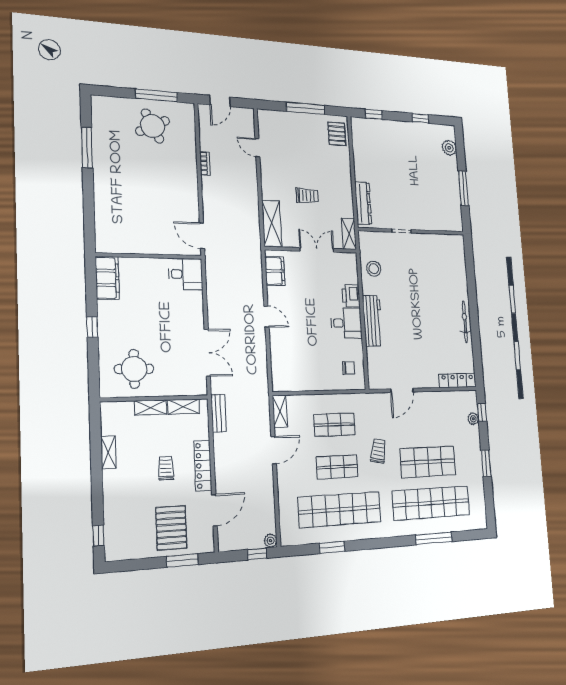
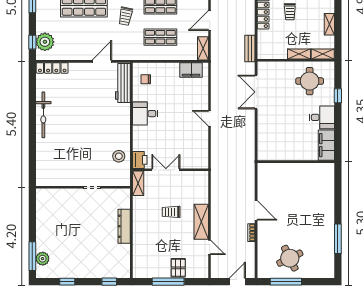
pallet: (337, 134) -> (178, 268), moved
window: (463, 188) -> (32, 256), moved
dresser: (363, 203) -> (124, 226), moved
shelving: (272, 223) -> (201, 222), moved
door: (202, 236) -> (256, 210), moved
double door: (317, 250) -> (166, 170), swing flipped
filing cabinet: (275, 271) -> (191, 70), moved, turned -90
desk: (186, 274) -> (322, 117), moved, turned 180
printer: (351, 296) -> (140, 160), moved
workbench: (373, 321) -> (123, 83), moved
bicycle: (465, 322) -> (43, 115), width x1.37, depth x1.40
window: (92, 327) -> (338, 96), moved
shelving: (184, 407) -> (323, 54), moved
plant: (473, 419) -> (45, 42), width x1.88, depth x1.88

